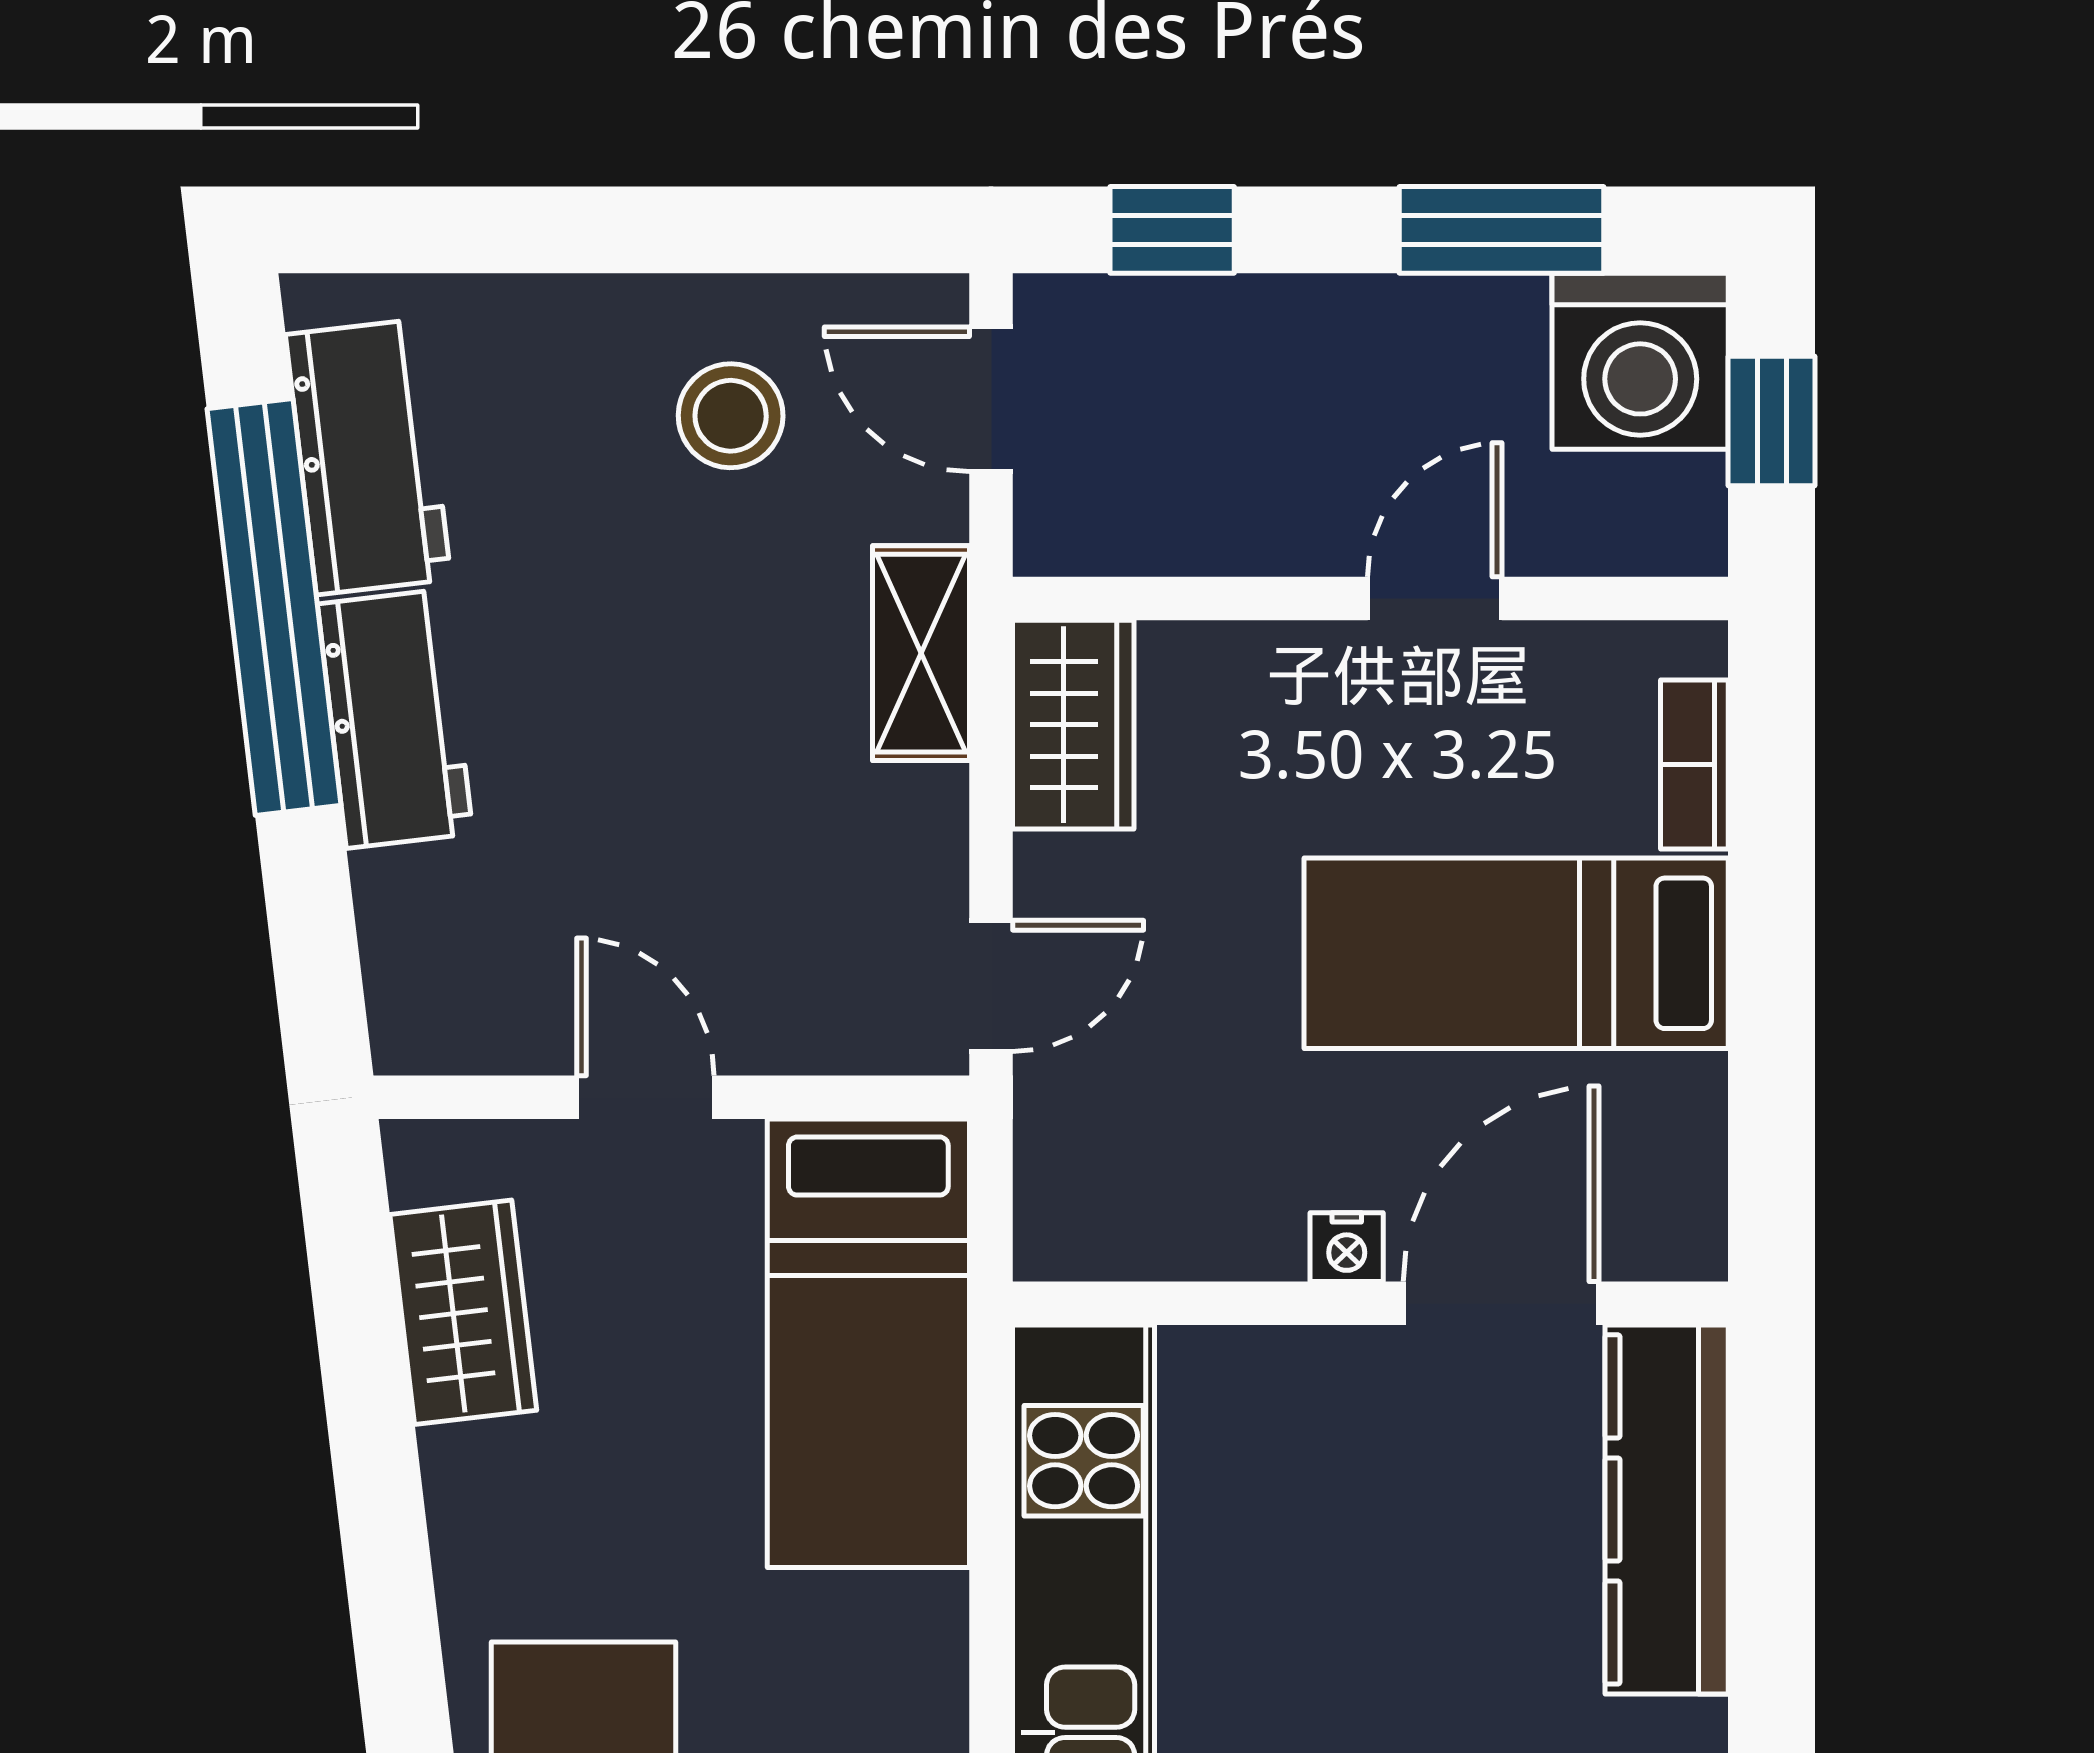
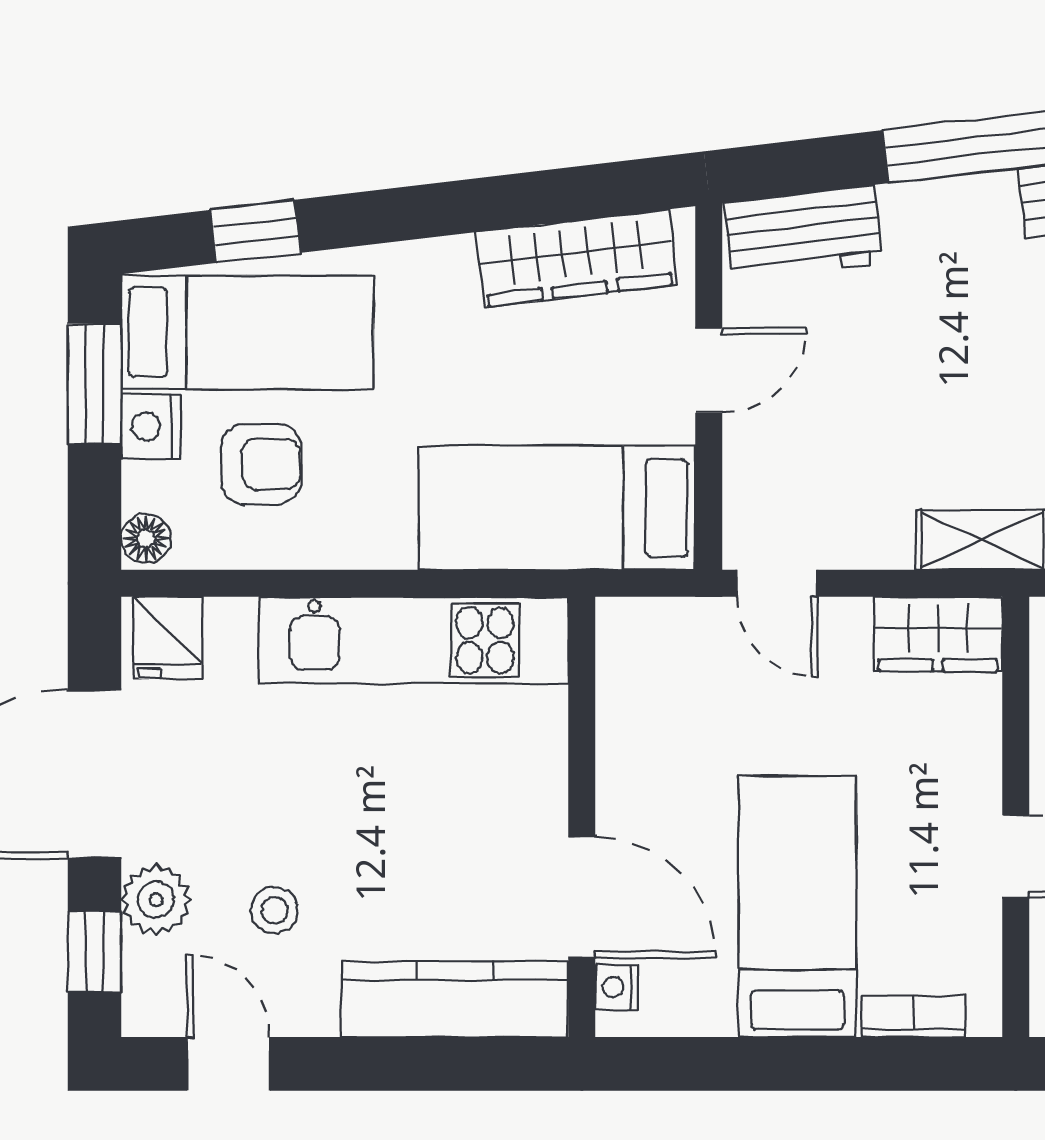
workbench: (395, 719) -> (804, 233), moved
nightstand: (1347, 1247) -> (616, 987), moved
wardrobe: (463, 1312) -> (576, 258), width x1.50

